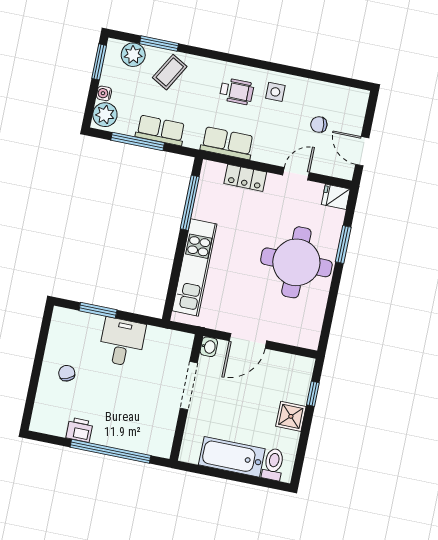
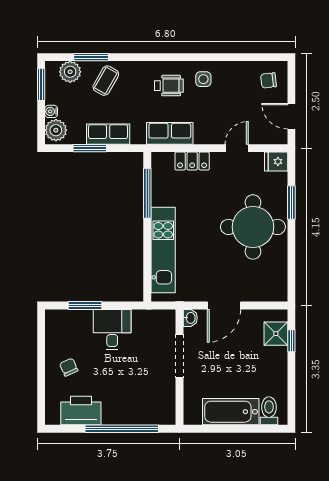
chair: (319, 125) -> (269, 80), moved
window: (138, 141) -> (90, 148), width x0.69
shower: (291, 416) -> (276, 334), moved
printer: (79, 430) -> (81, 411), width x1.87, depth x1.48

